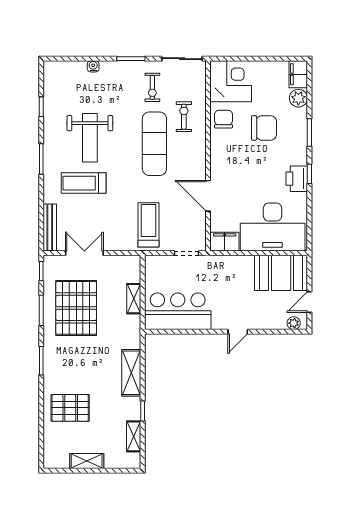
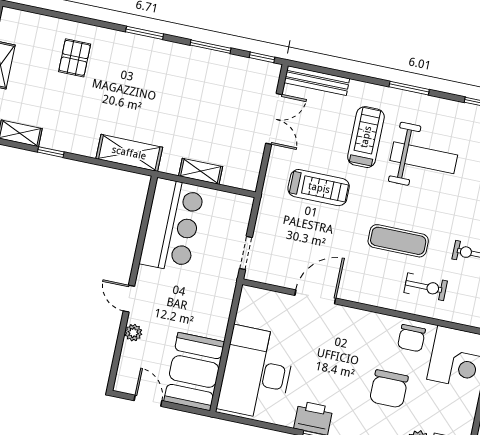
chair: (224, 119) -> (411, 338), turned 90
weight bench: (90, 138) -> (424, 158), turned 180
exercise mat: (154, 144) -> (398, 241), width x0.73, depth x0.69
treadmill: (148, 225) -> (319, 188), moved
filing cabinet: (225, 242) -> (251, 306), removed
pallet: (76, 308) -> (204, 93), removed
plant: (294, 323) -> (133, 333), moved
shelving: (131, 373) -> (129, 153), moved
pallet: (70, 408) -> (75, 58), width x0.67, depth x0.71

